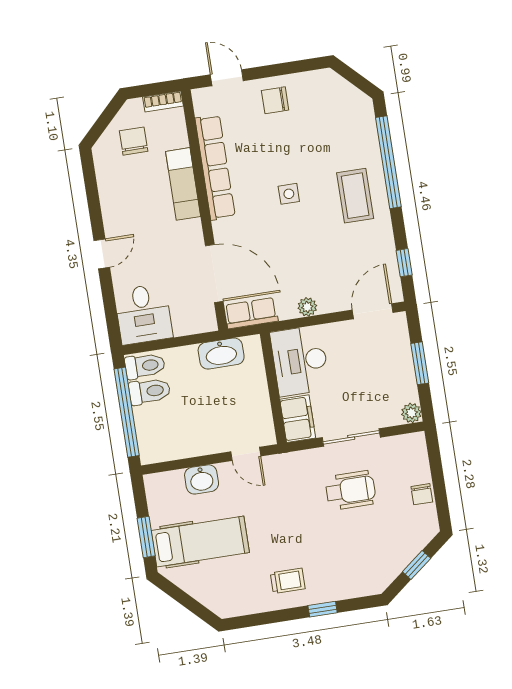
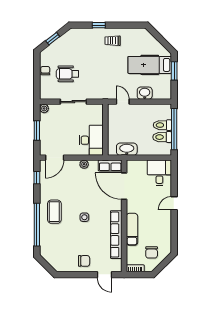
toilet: (145, 366) -> (162, 125), moved
filing cabinet: (298, 419) -> (96, 114), removed
wheelchair: (351, 490) -> (67, 74), moved

